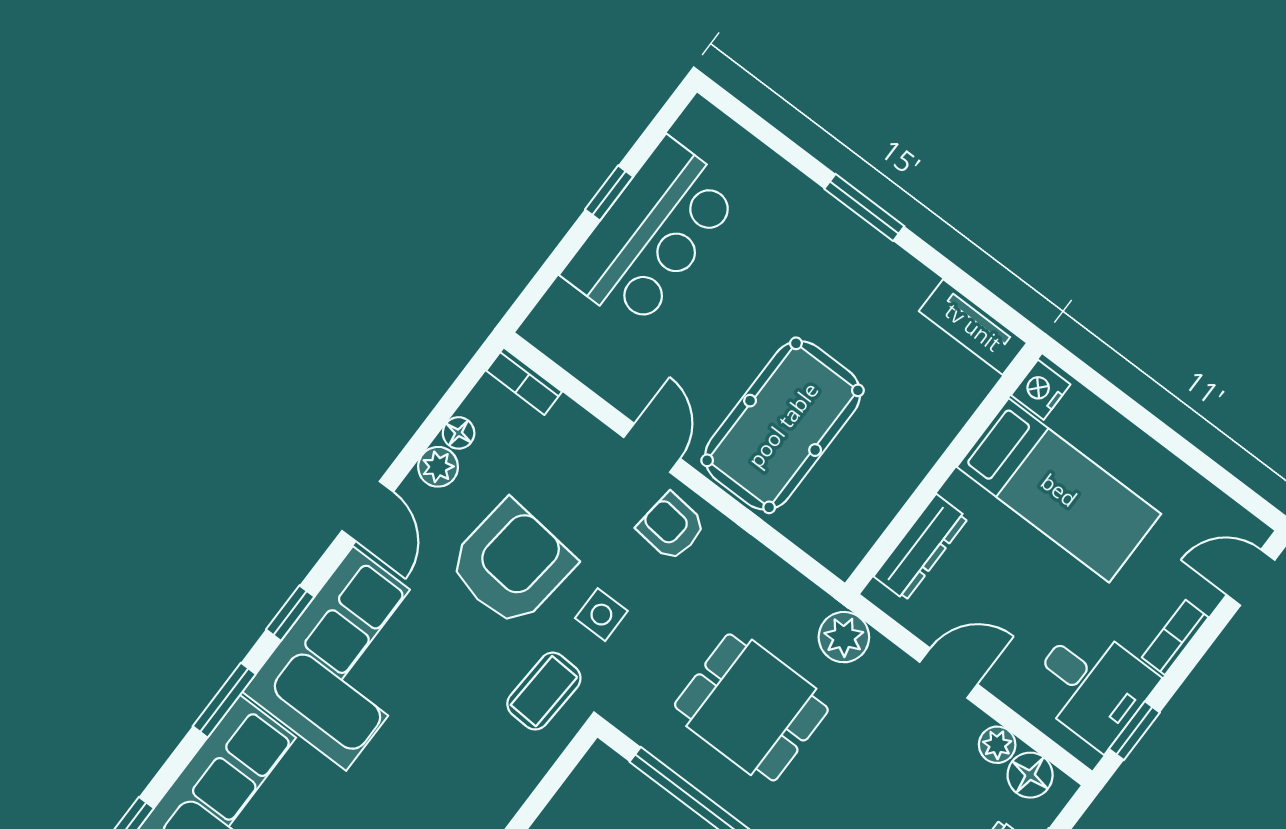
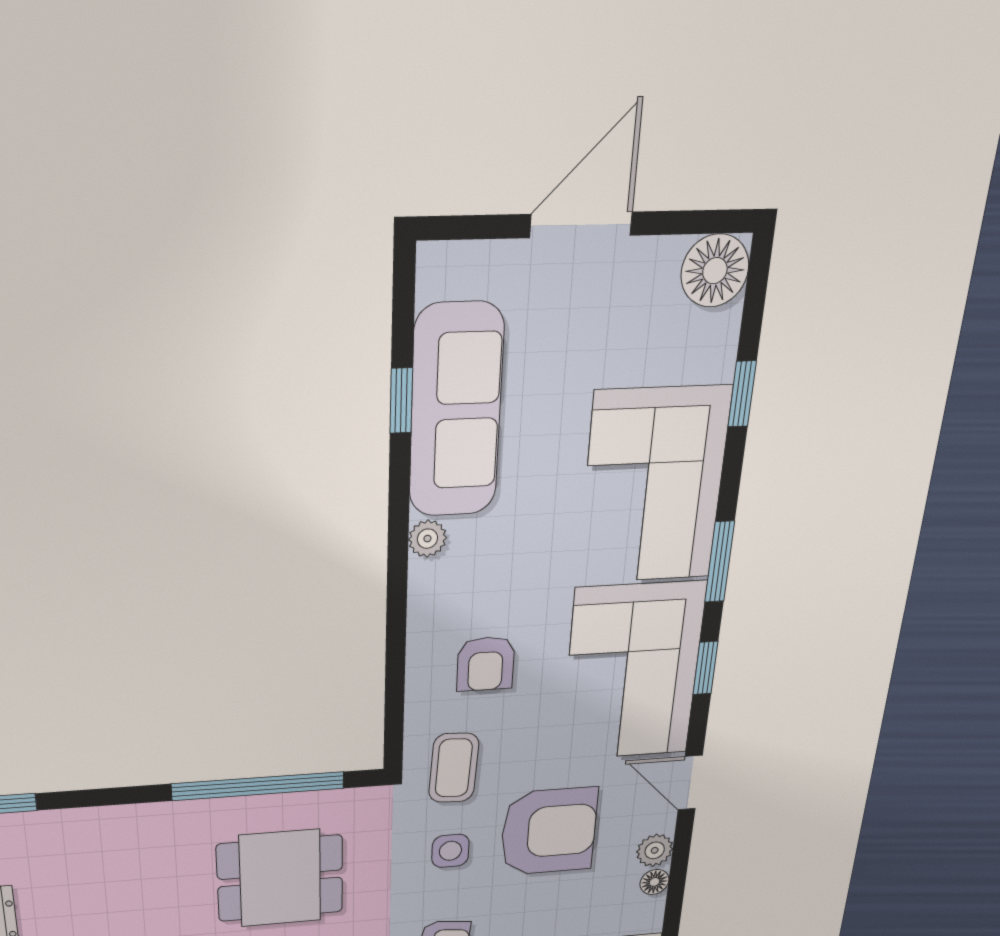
armchair: (511, 564) -> (549, 831), turned -96
armchair: (456, 763) -> (486, 664), added

